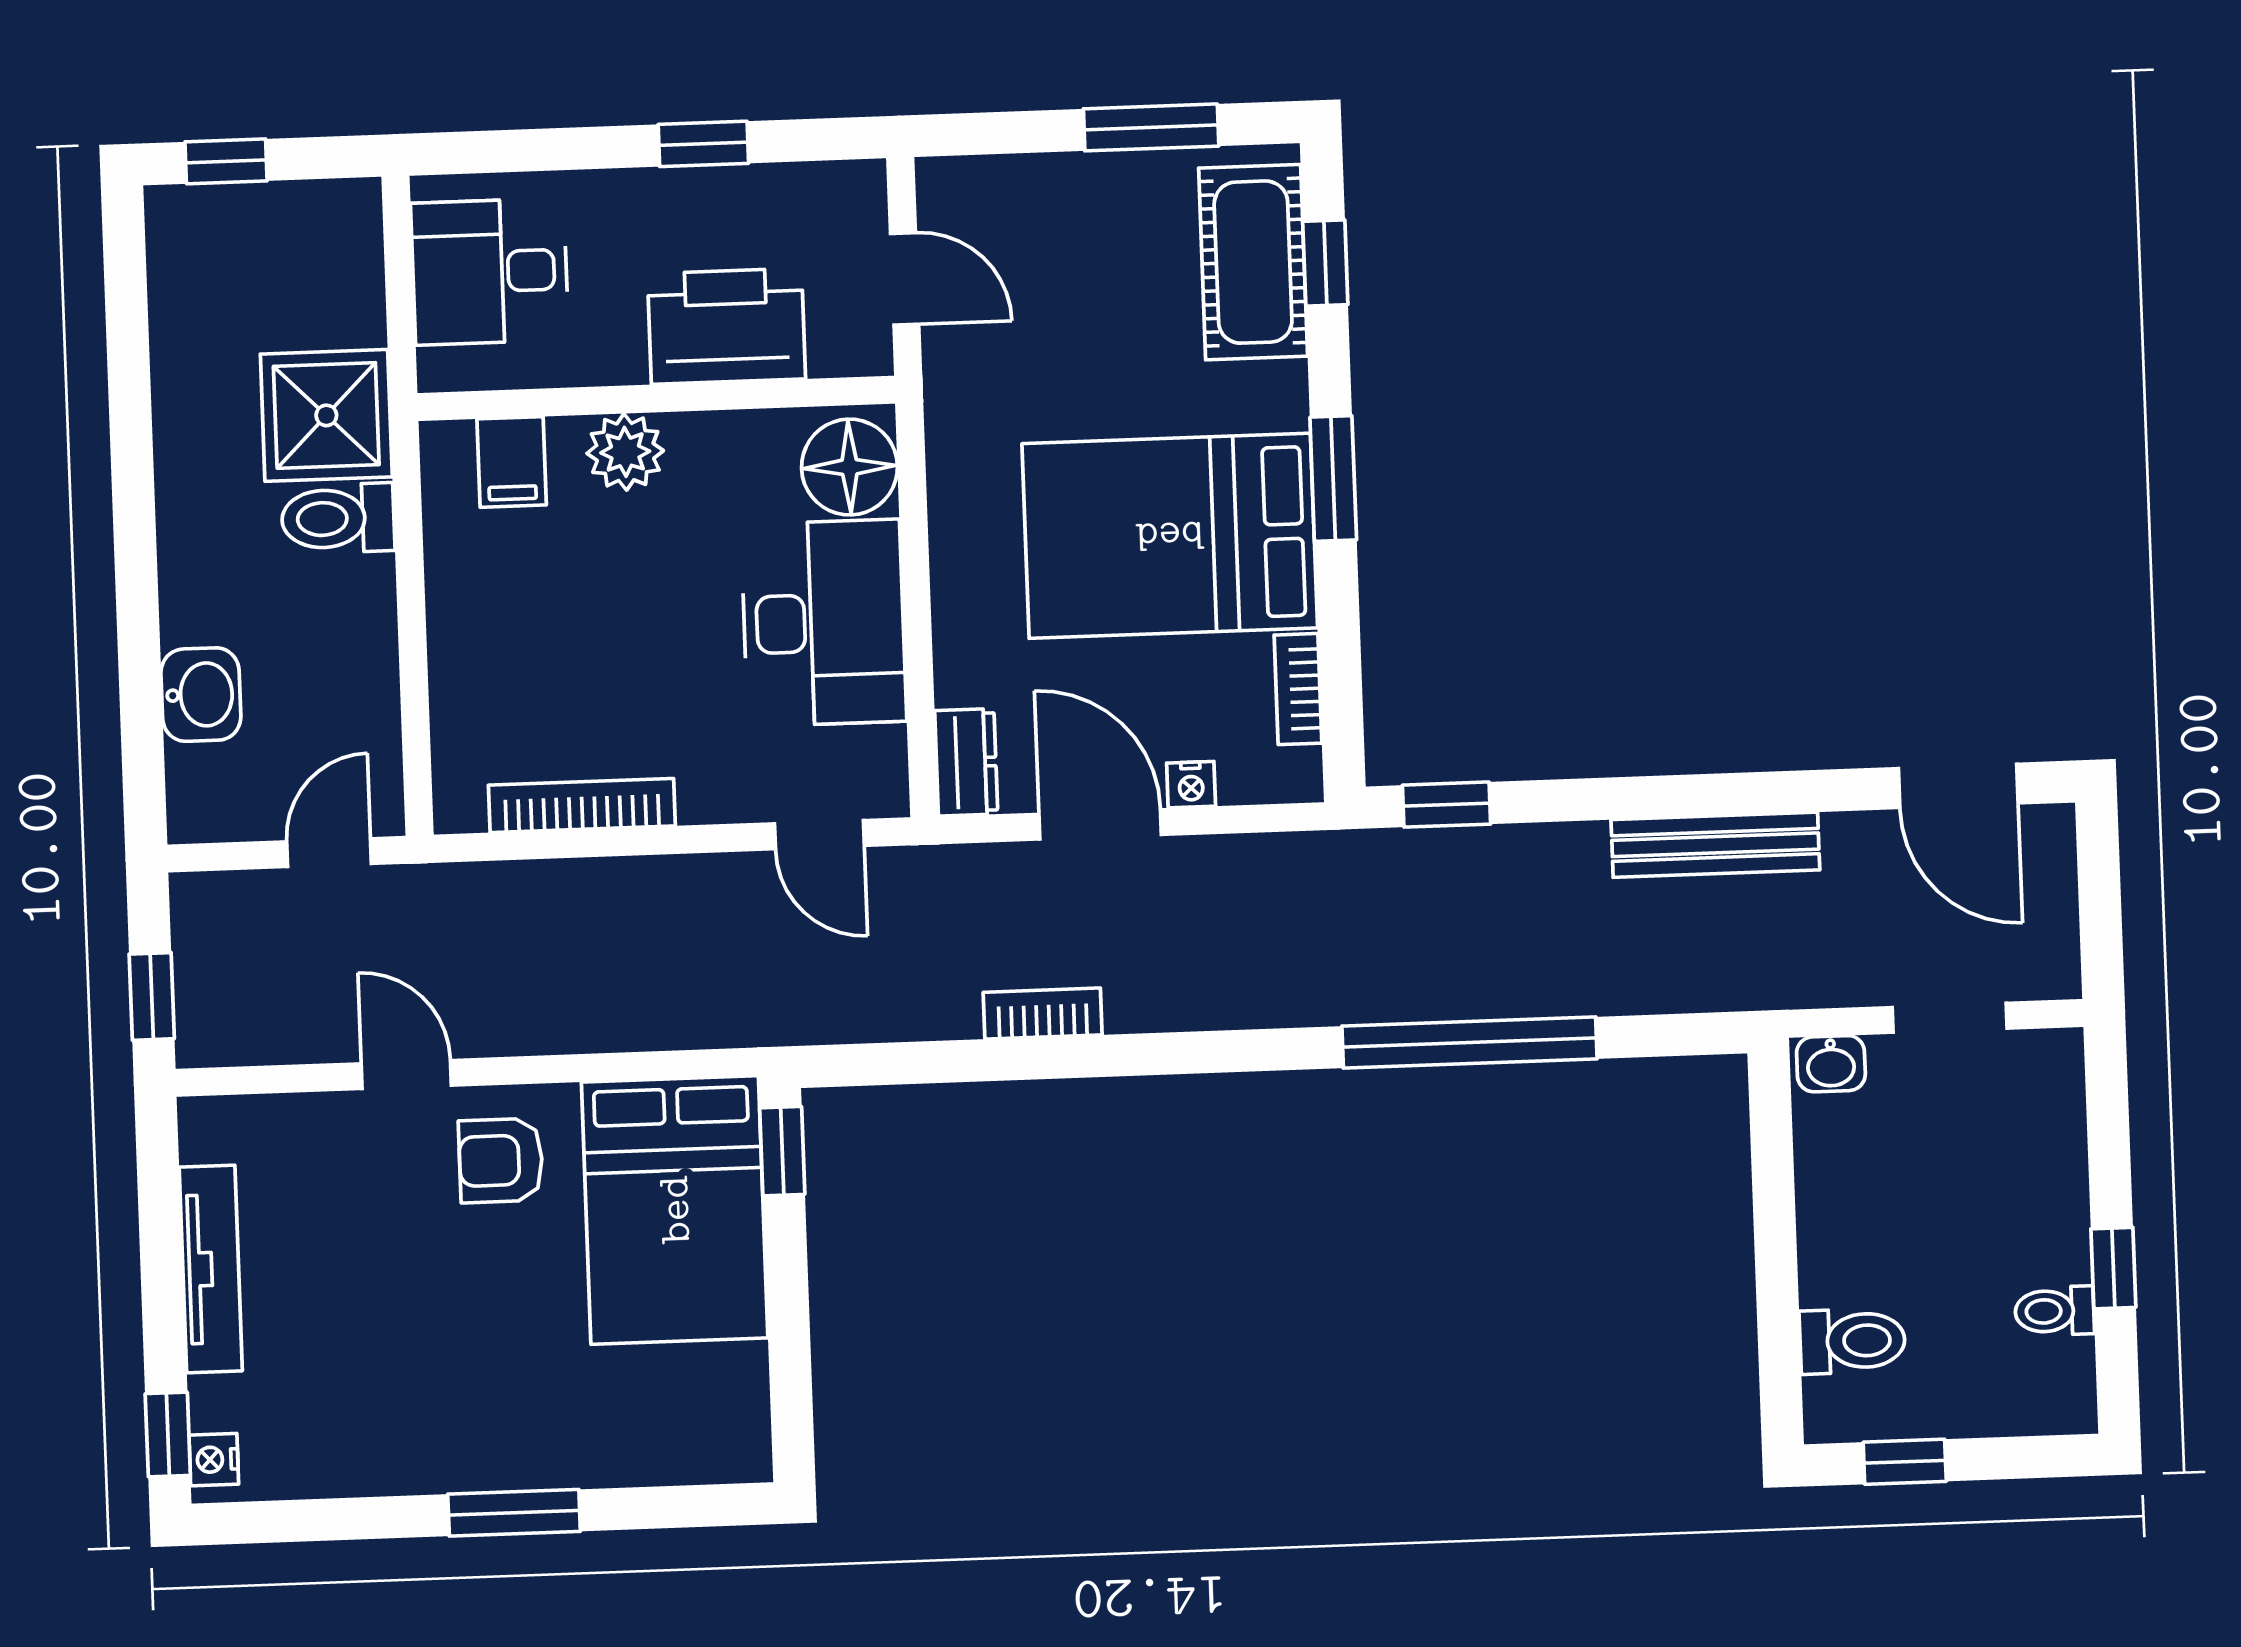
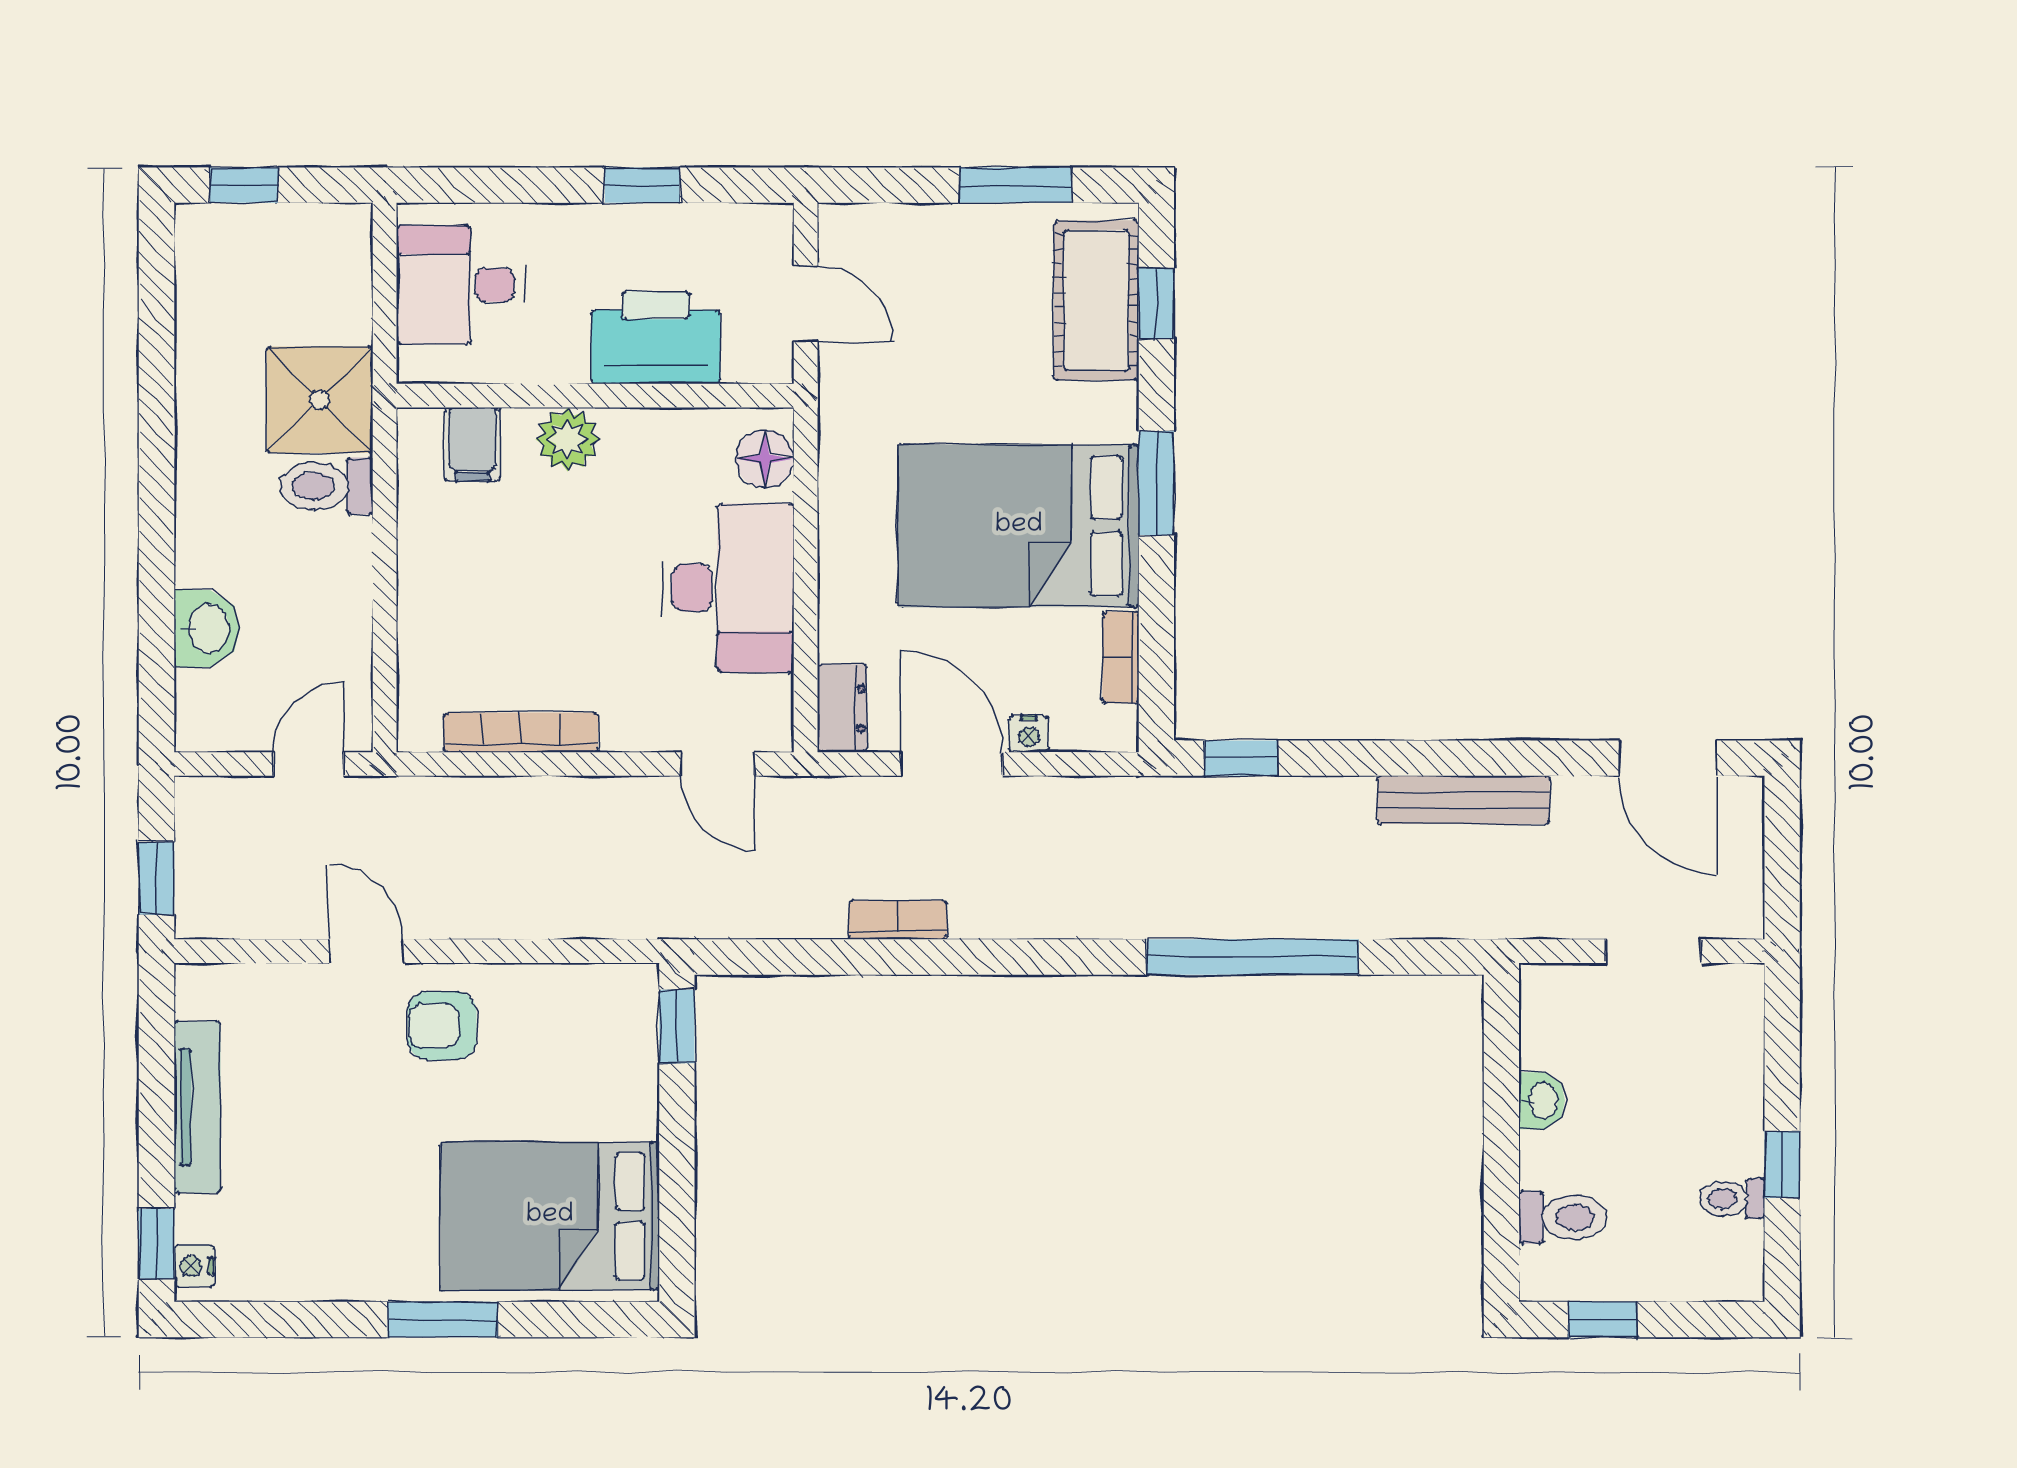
floor lamp: (850, 467) -> (765, 459), width x0.73, depth x0.73
washbasin: (1831, 1064) -> (1542, 1101), moved, turned -90
bed: (675, 1210) -> (550, 1216), moved, turned 90

